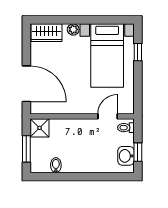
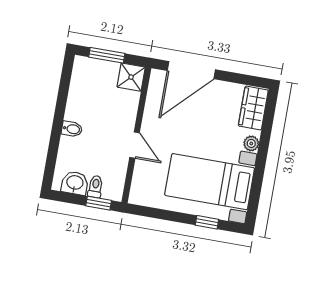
door: (108, 116) -> (135, 145), moved
toilet: (126, 128) -> (95, 187), moved
window: (138, 152) -> (99, 203), moved
bidet: (56, 165) -> (72, 129), moved

